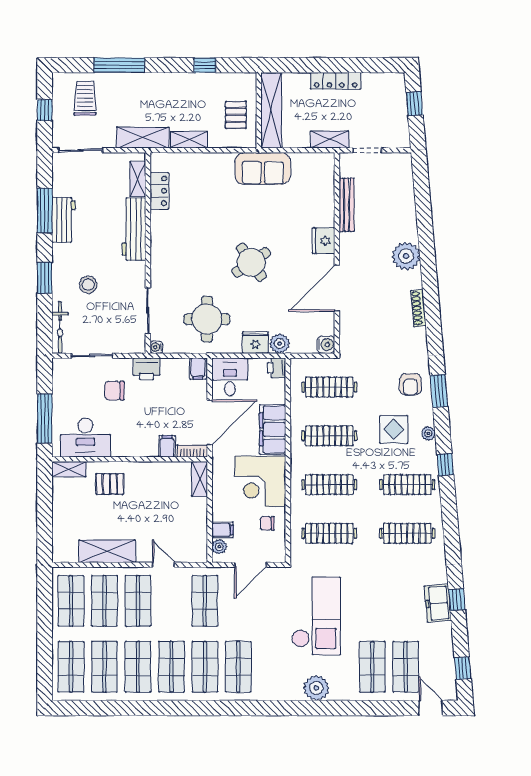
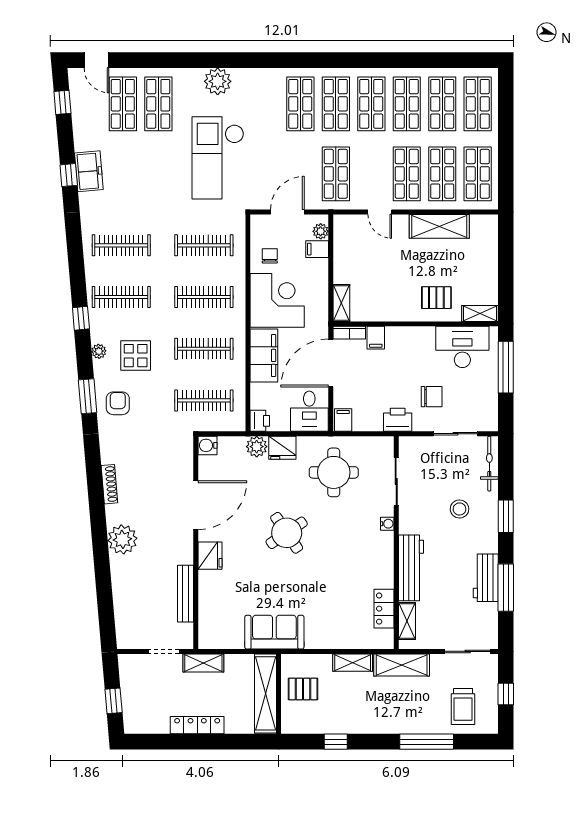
pallet: (236, 115) -> (303, 689), turned 90
water cooler: (156, 347) -> (387, 524), moved
chair: (267, 523) -> (270, 256), turned -90

